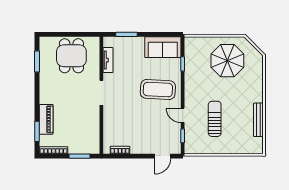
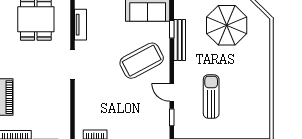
coffee table: (158, 90) -> (142, 61), turned -31
bench: (258, 120) -> (180, 40), moved

